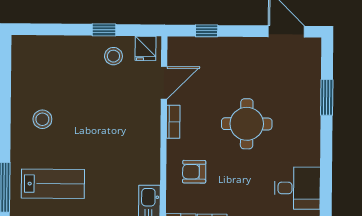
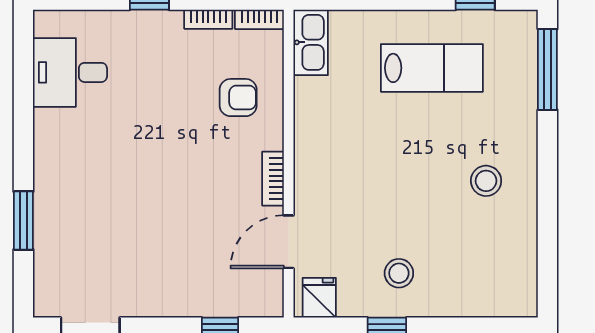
stool: (113, 56) -> (399, 273), moved
round table: (247, 124) -> (153, 176), removed
lab bench: (53, 184) -> (432, 68), moved, turned 180

